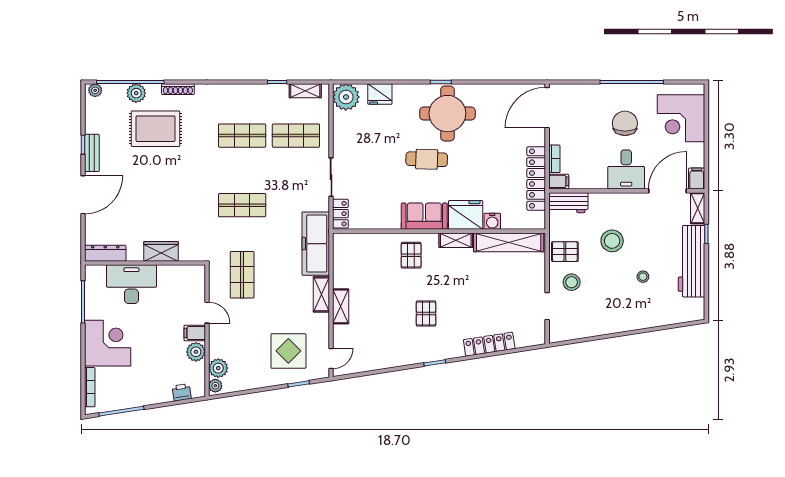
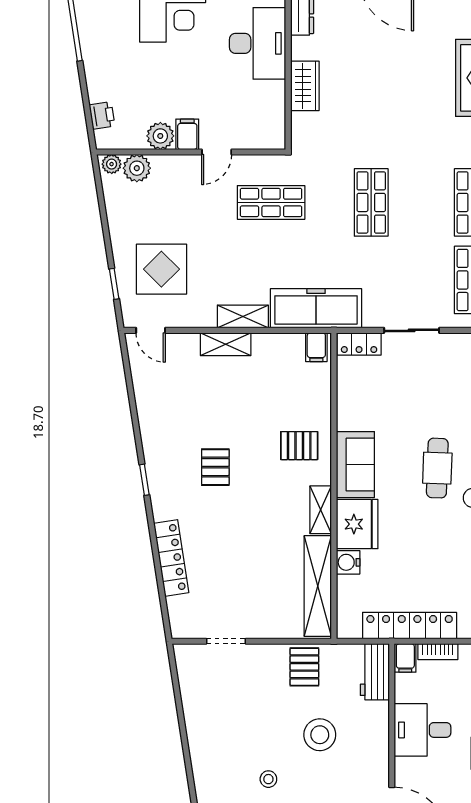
desk: (626, 170) -> (422, 730), moved
filing cabinet: (343, 243) -> (316, 347), added
stool: (572, 282) -> (260, 676), removed
pallet: (426, 314) -> (215, 467), turned 90

